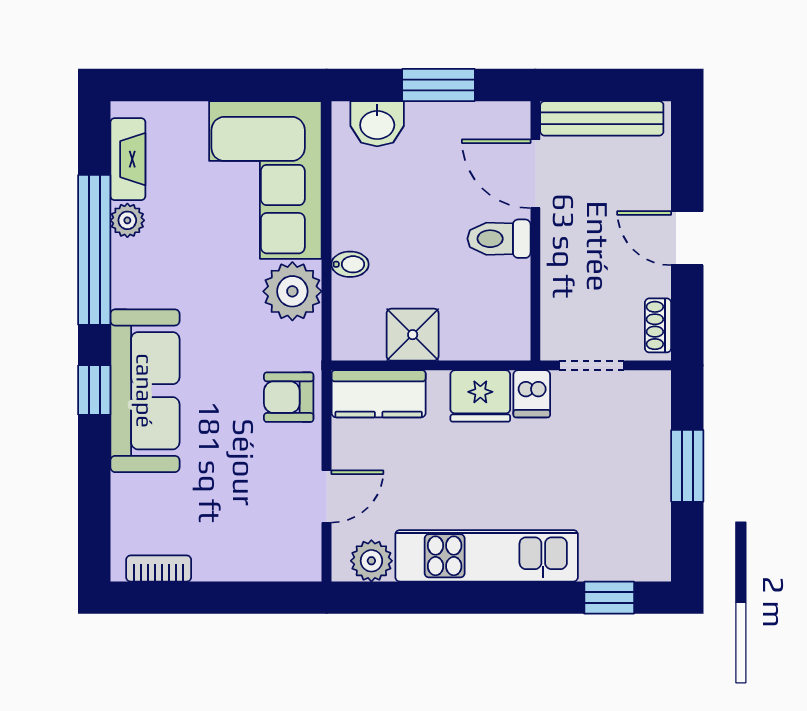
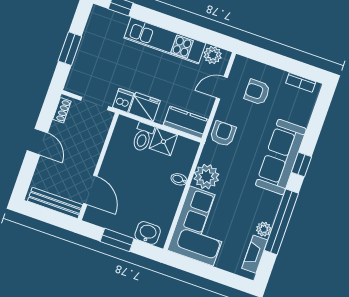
toilet: (499, 239) -> (143, 137), moved, turned 90
armchair: (289, 397) -> (223, 134), turned -90
armchair: (246, 514) -> (257, 92), added

